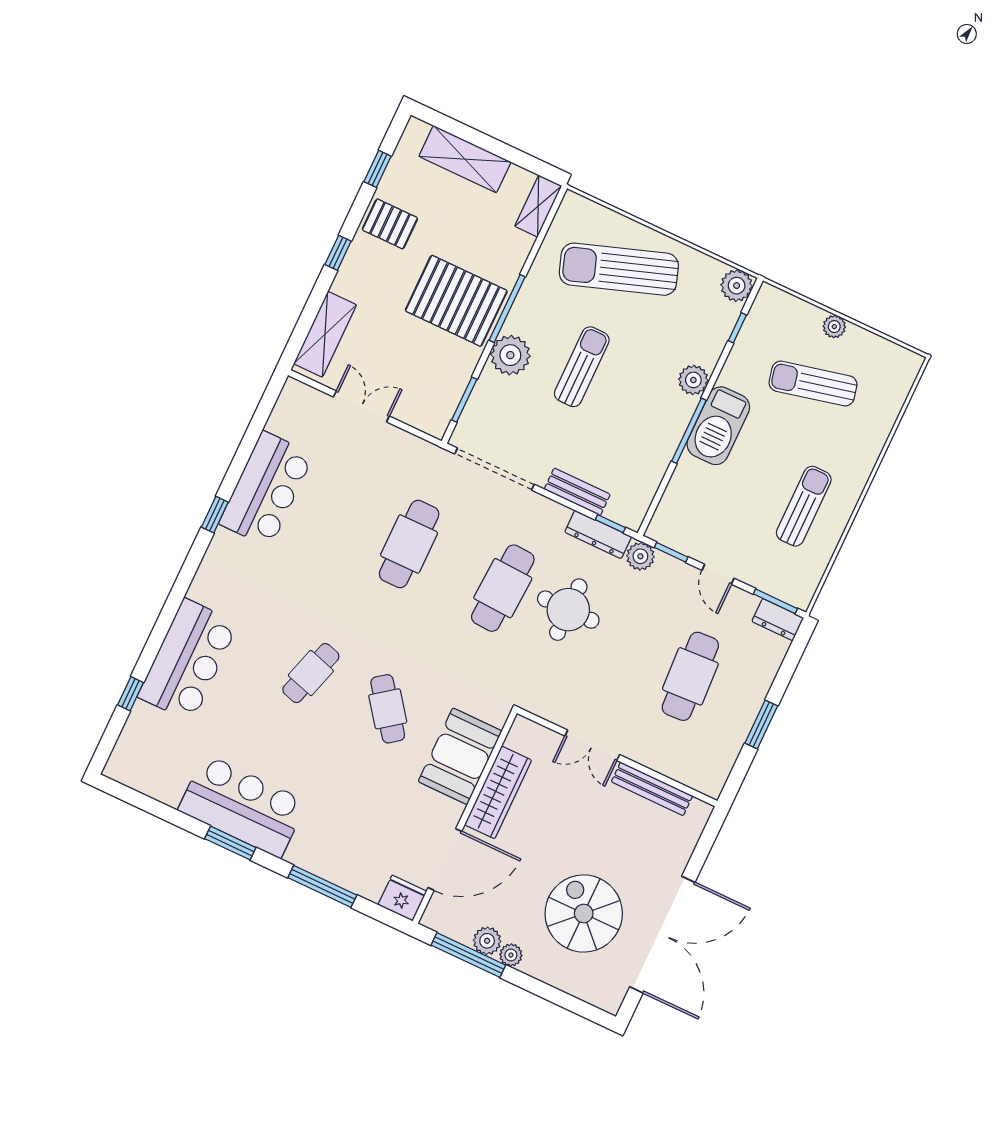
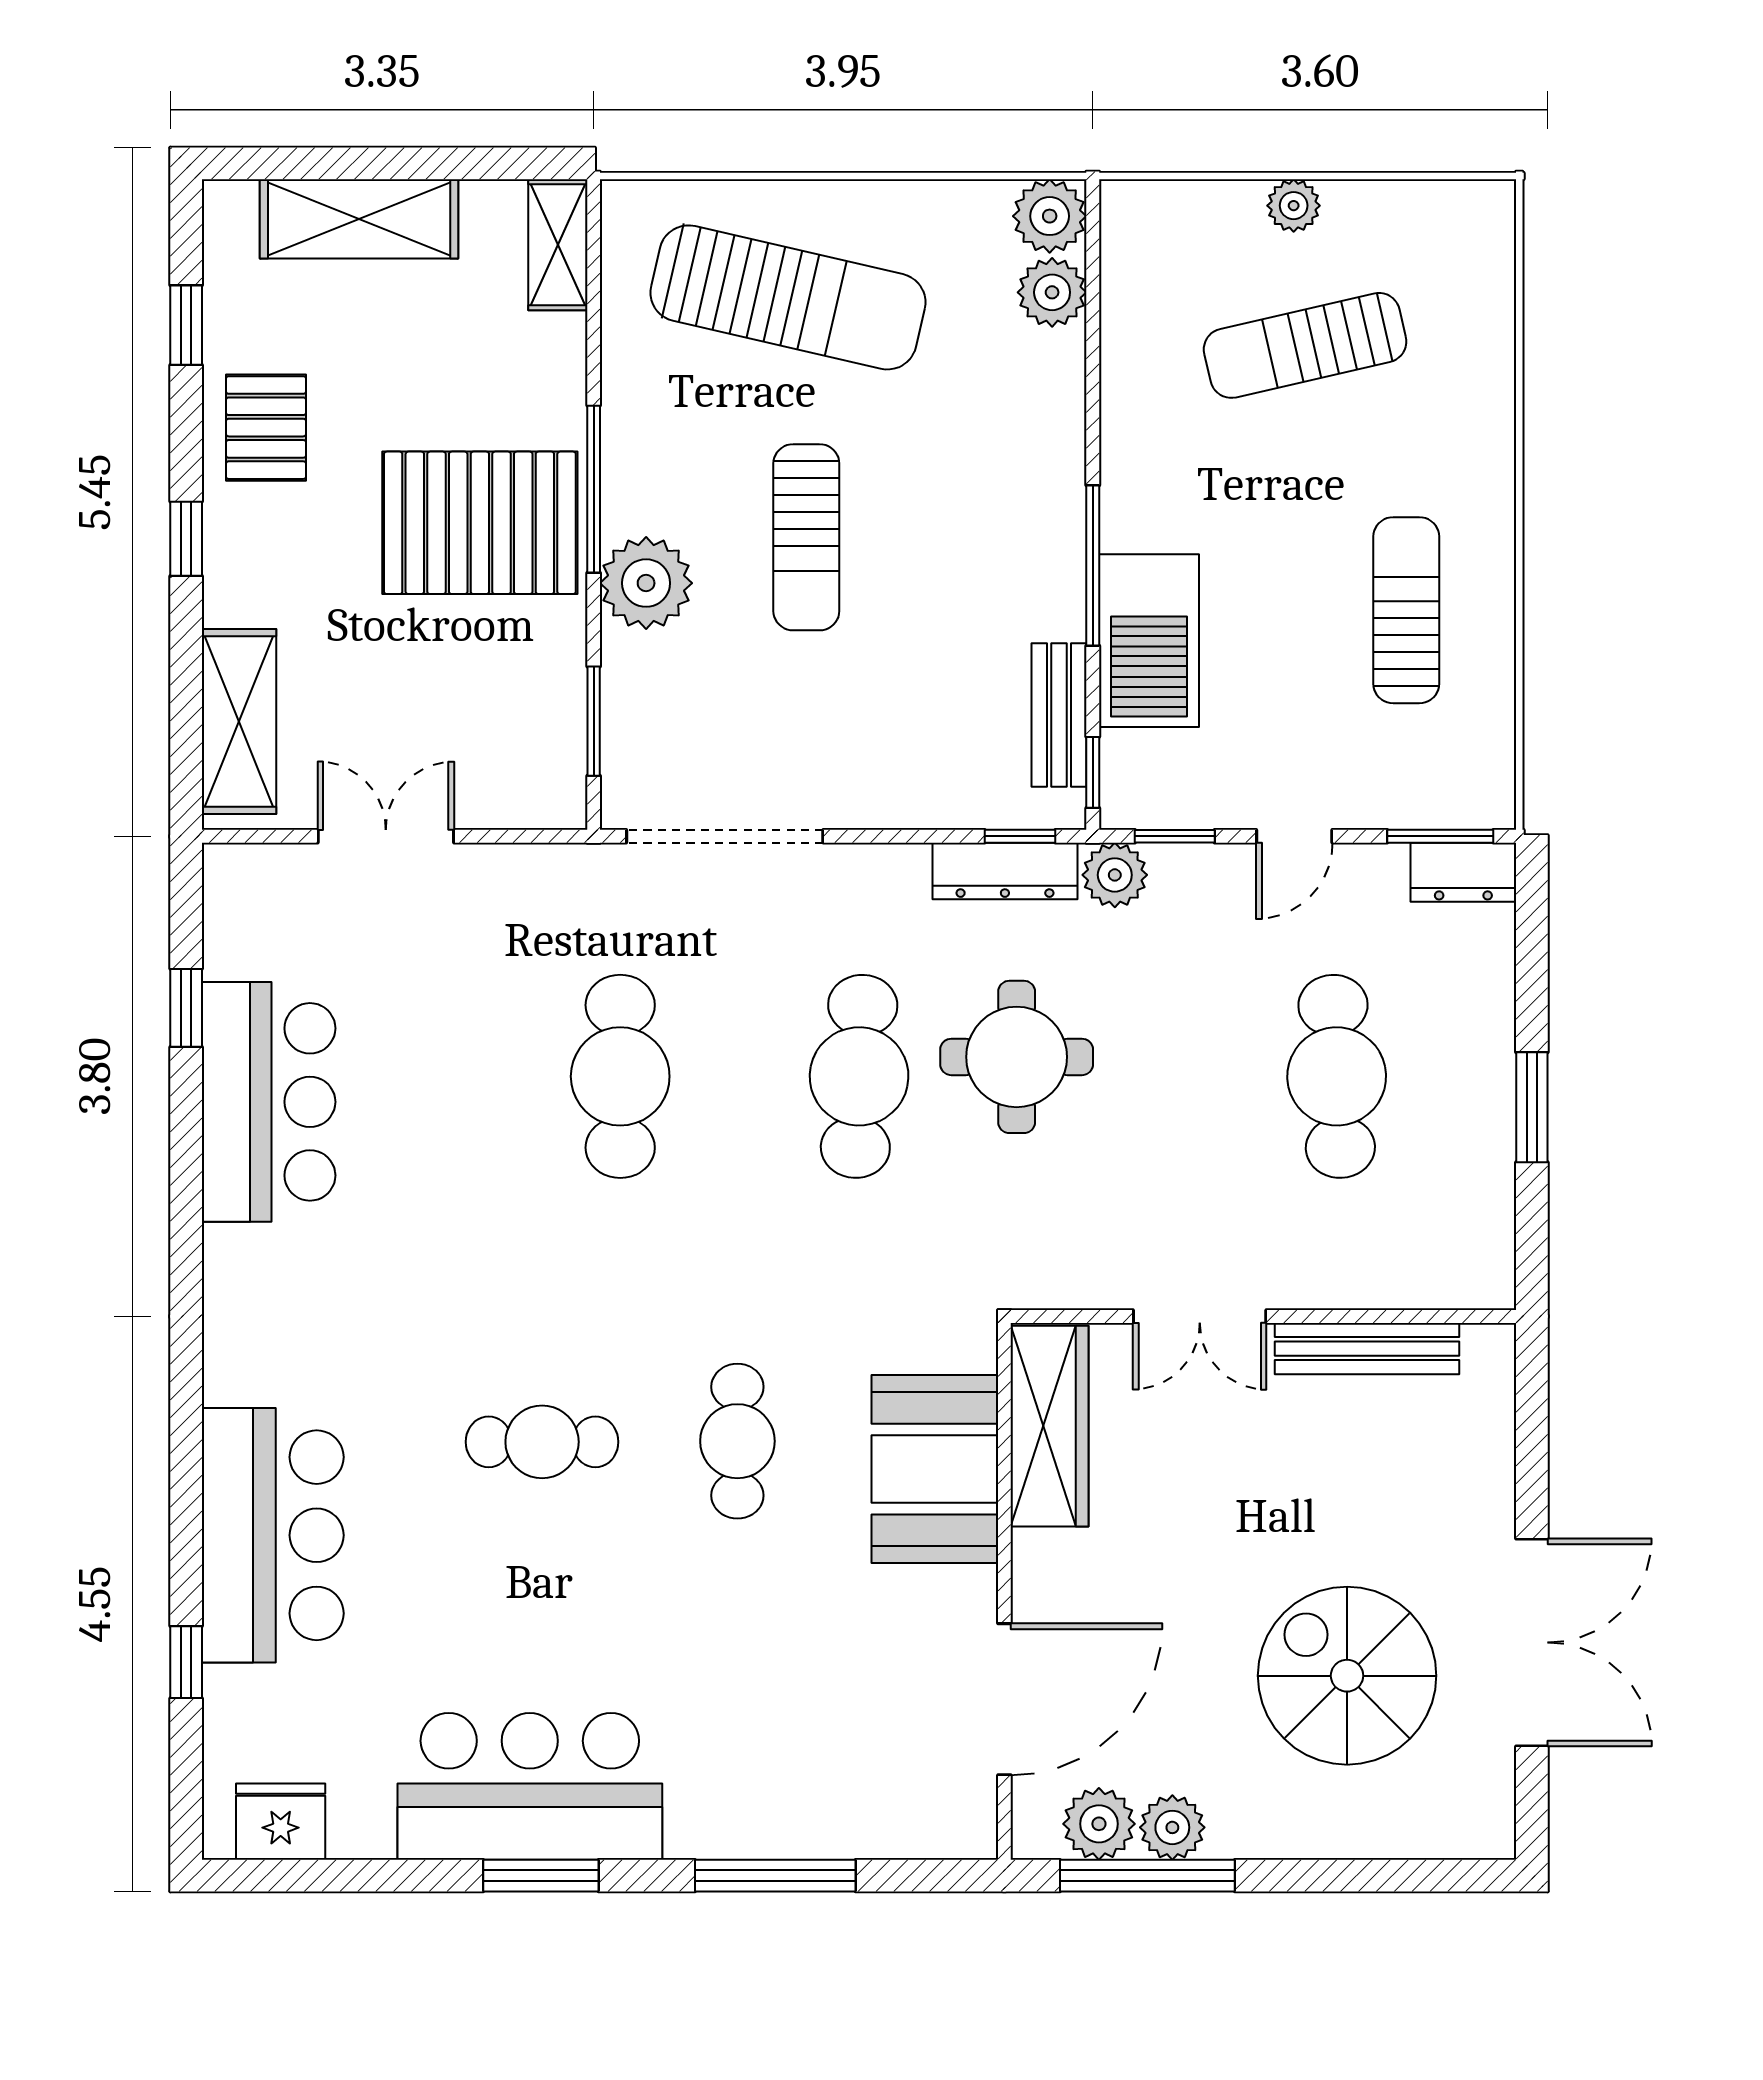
pallet: (390, 224) -> (266, 428), turned 90
sun lounger: (619, 269) -> (788, 297), turned -148
window: (737, 328) -> (1093, 772), moved
sun lounger: (582, 367) -> (806, 537), turned 180
plant: (693, 380) -> (1052, 292), moved
barbecue: (718, 426) -> (1149, 641), moved
bench: (577, 492) -> (1059, 715), moved, turned 90
window: (215, 515) -> (186, 1008), moved
door: (718, 574) -> (1294, 836), hinge flipped
cafe table: (311, 673) -> (542, 1442), turned 73
cafe table: (388, 709) -> (737, 1441), turned 37
wardrobe: (498, 792) -> (1050, 1426), moved
fridge: (402, 898) -> (281, 1822), moved
double door: (662, 935) -> (1532, 1642), width x0.73
plant: (511, 955) -> (1099, 1824), moved, width x1.38, depth x1.38

